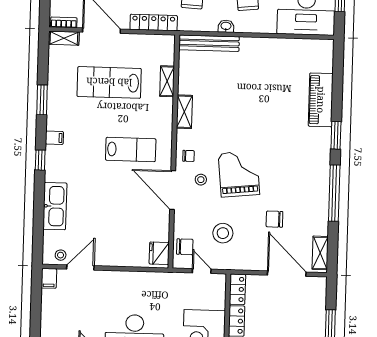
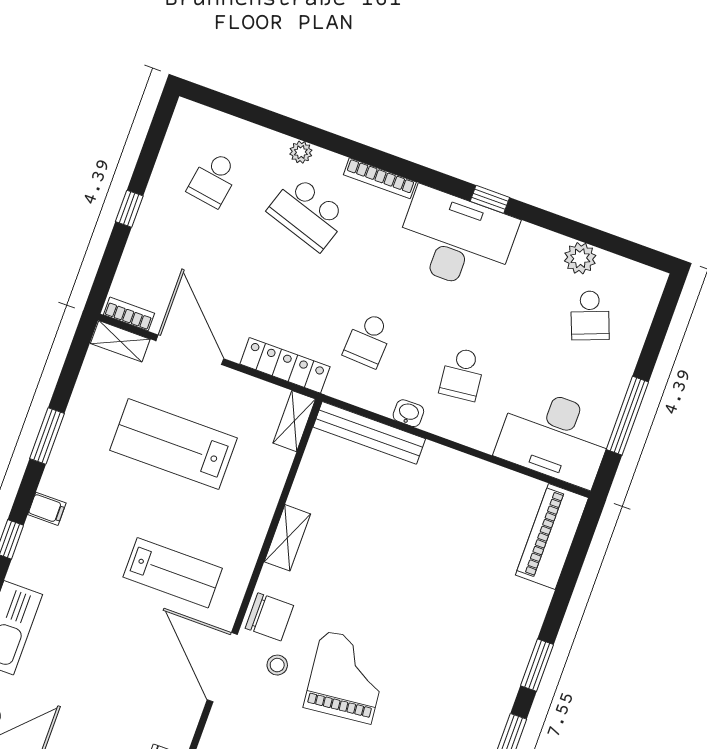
shelving: (167, 81) -> (294, 421), moved
piano: (321, 100) -> (552, 536), moved
chair: (189, 156) -> (269, 617), width x1.87, depth x1.87

